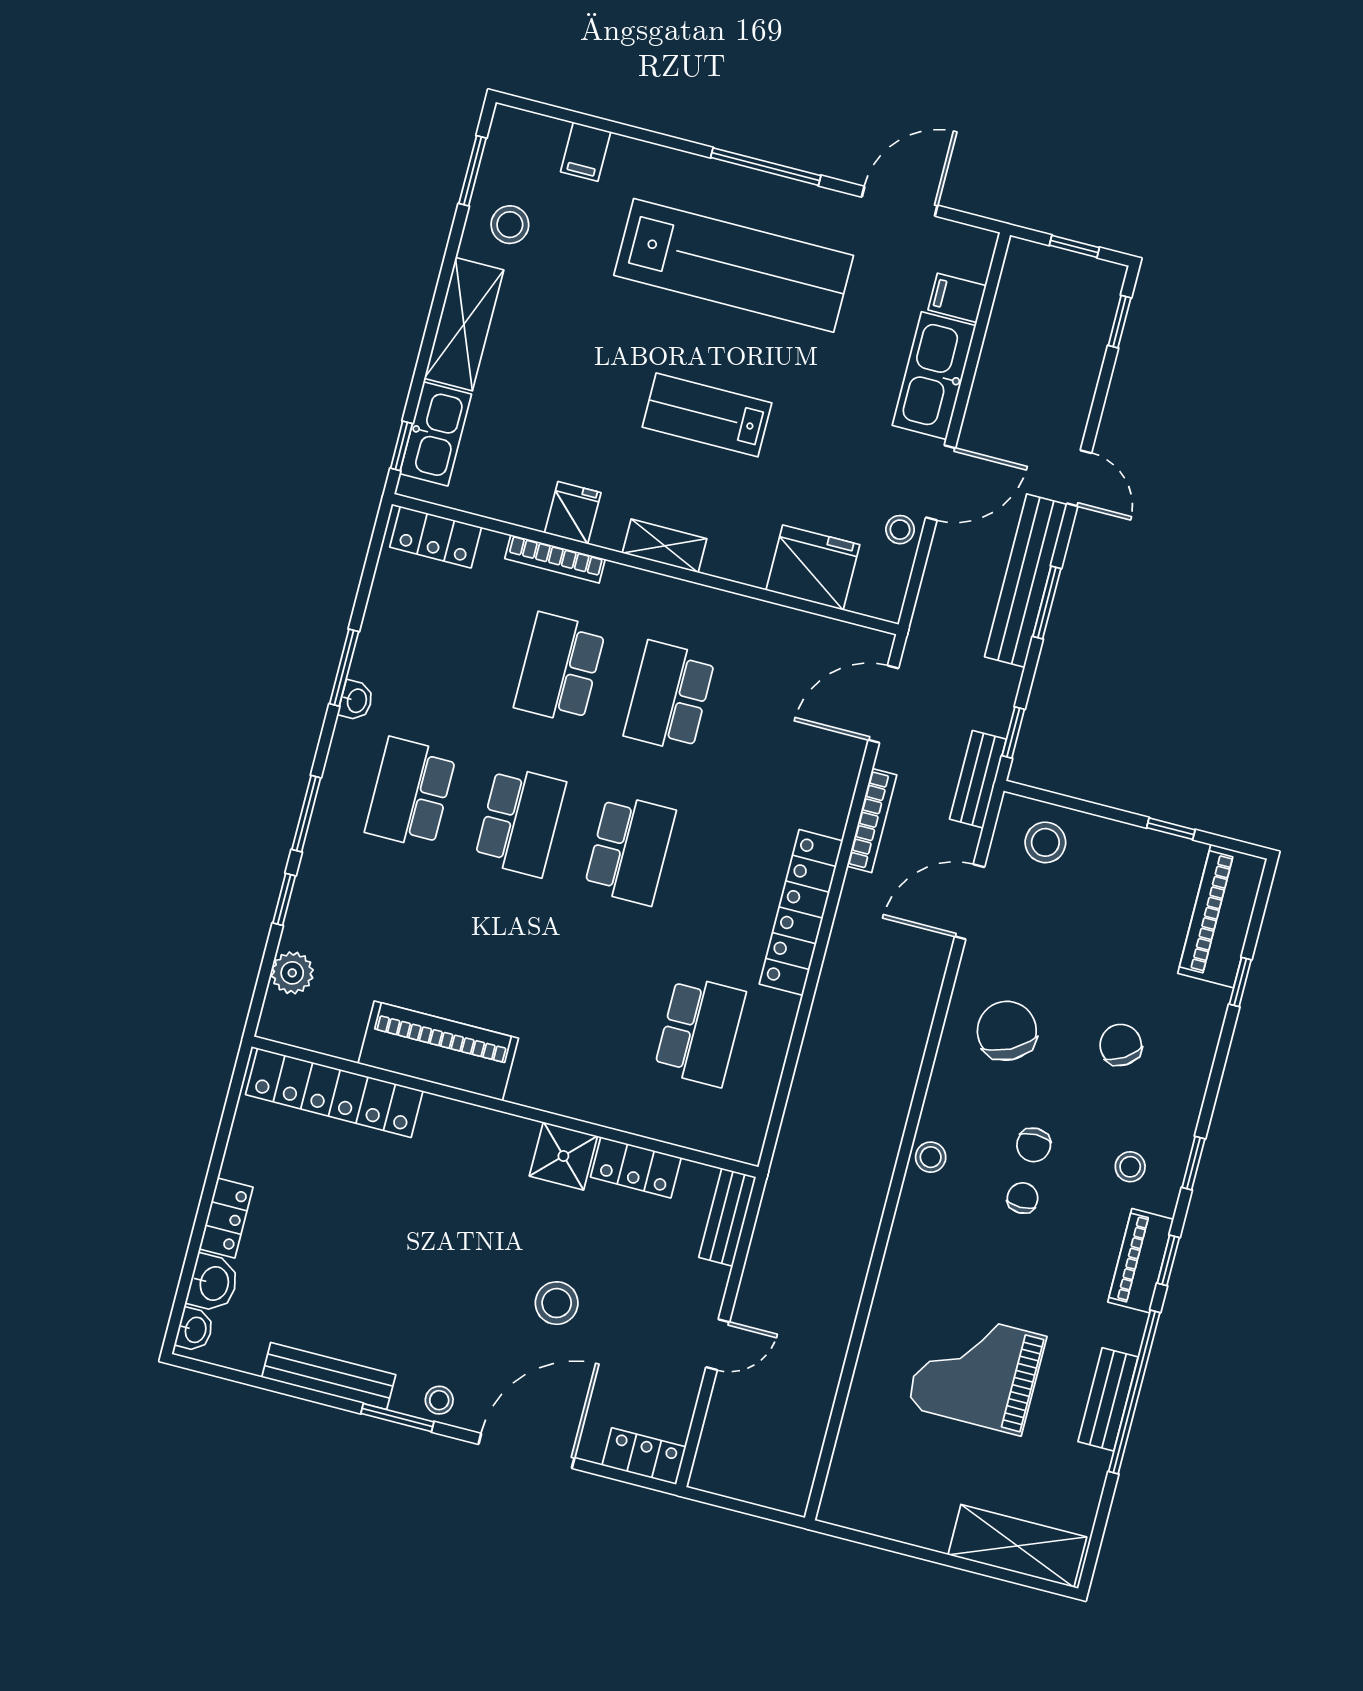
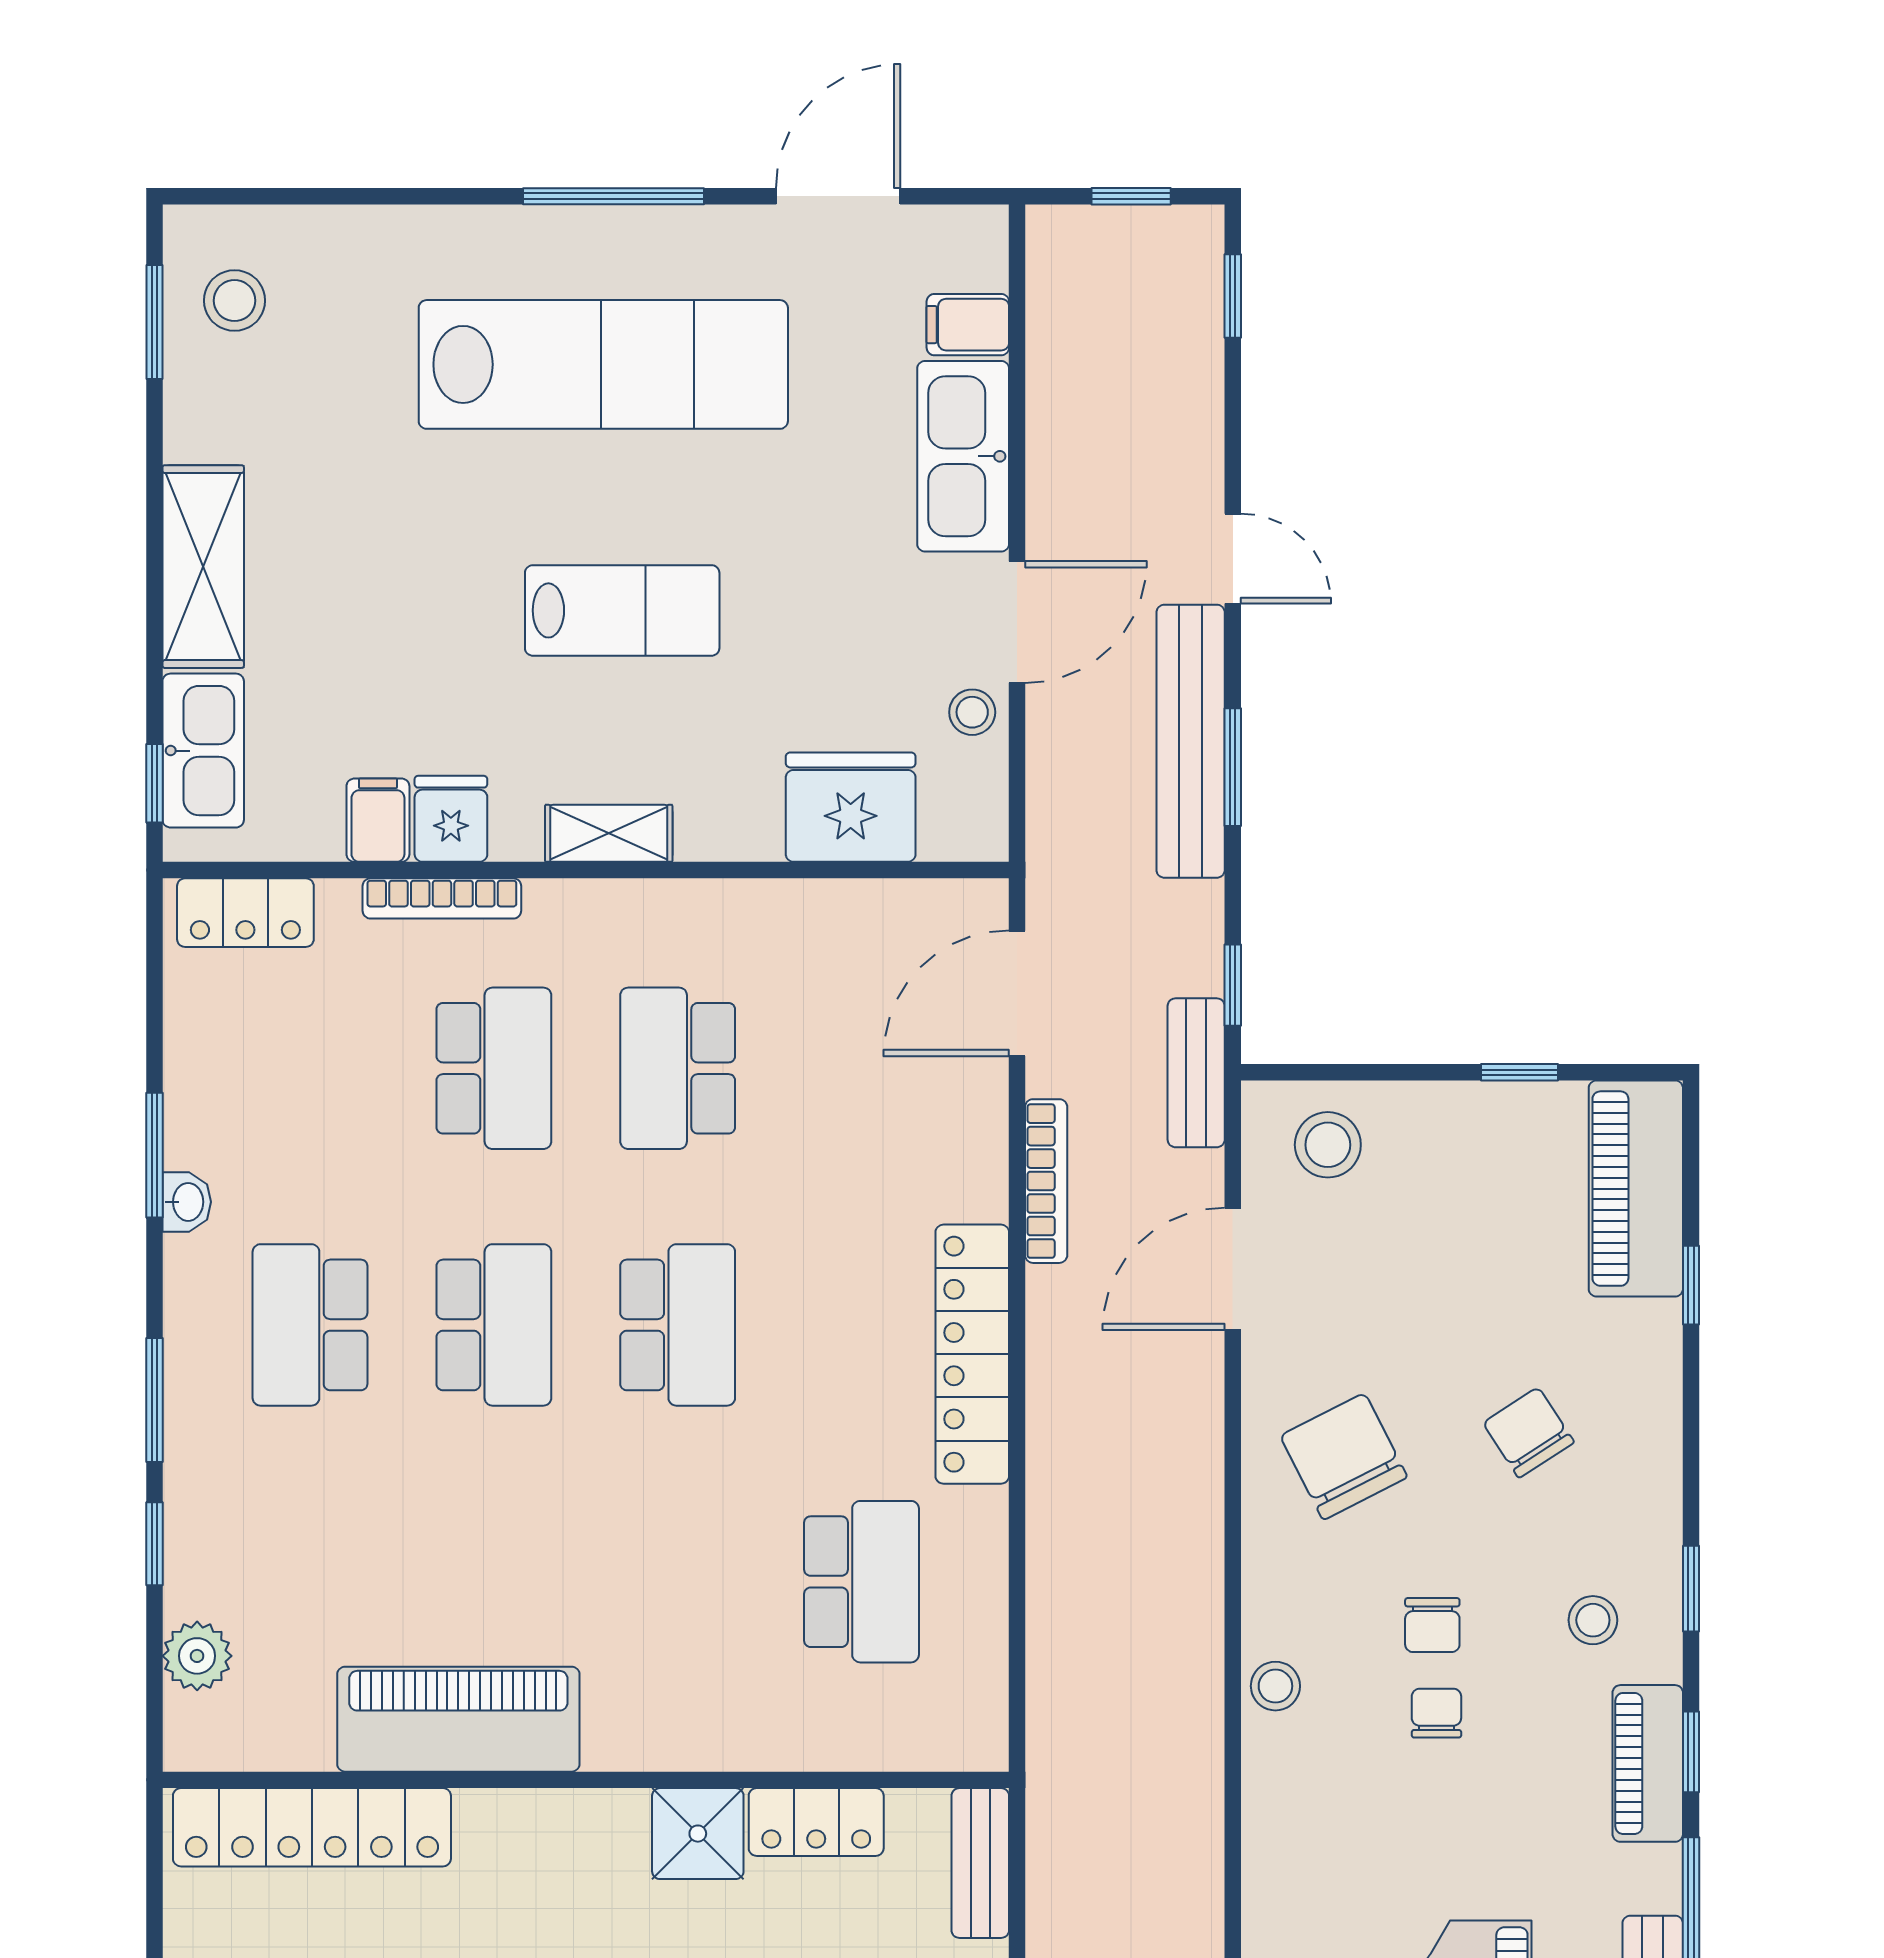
filing cabinet: (586, 152) -> (378, 820), moved, turned 180
stool: (510, 225) -> (235, 301), moved
lab bench: (707, 415) -> (622, 610), turned 180
school desk: (560, 668) -> (494, 1068), turned 180

